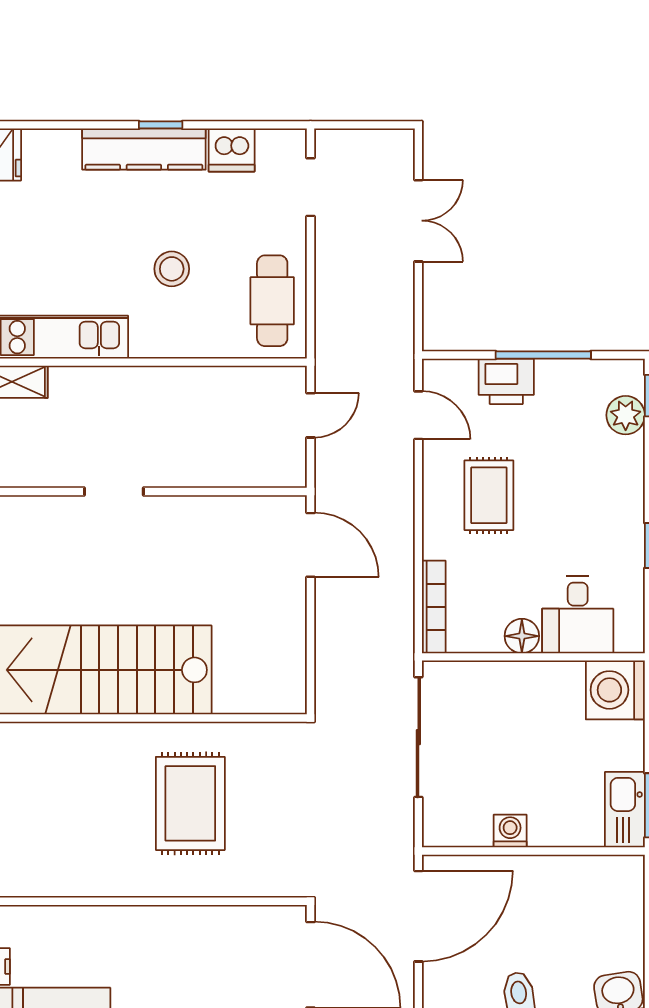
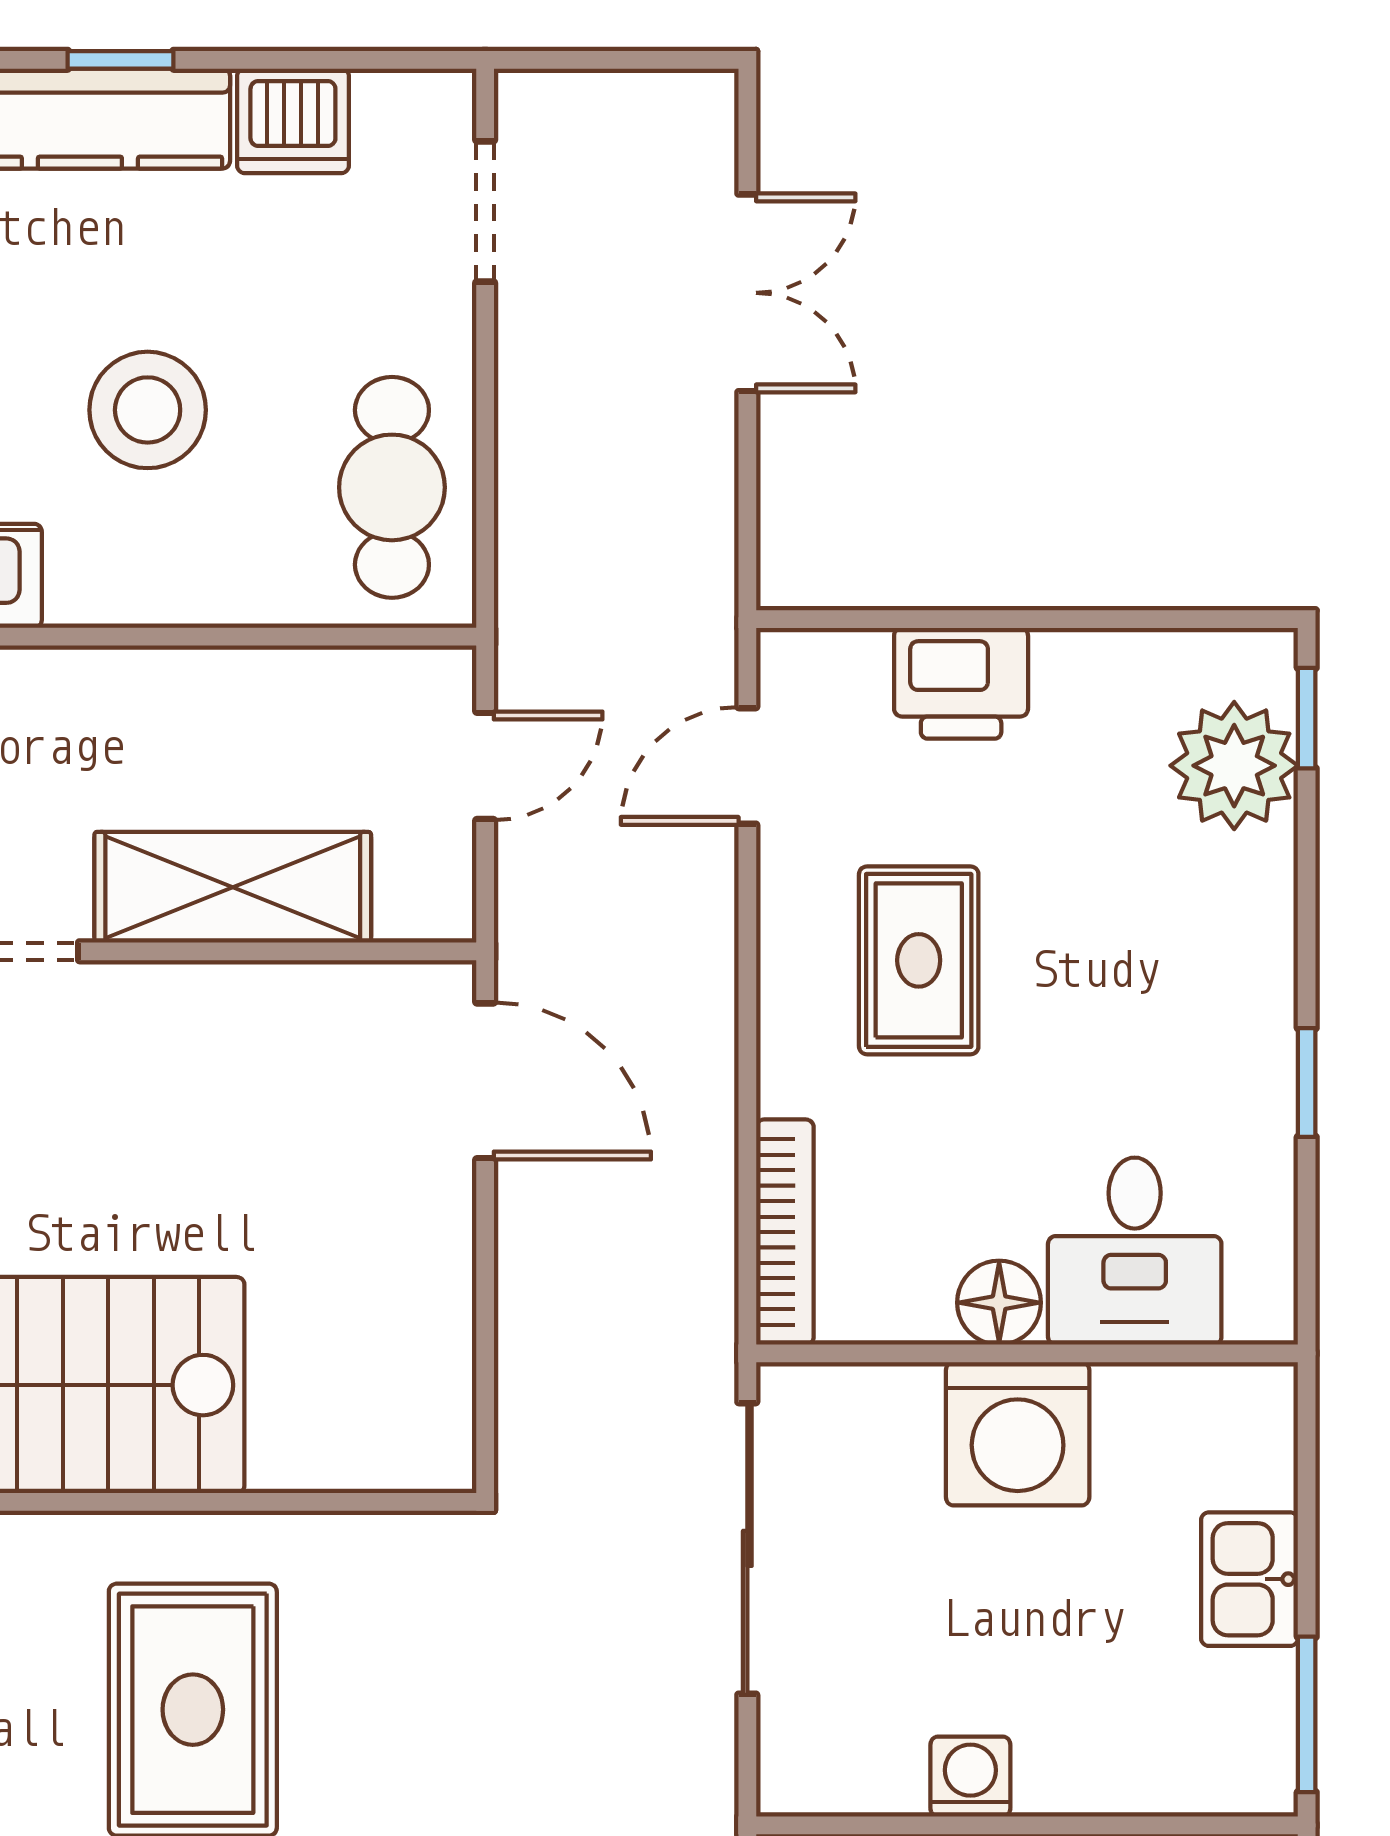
stool: (172, 269) -> (148, 410), width x1.38, depth x1.38
window: (543, 355) -> (1051, 619), removed
door: (418, 415) -> (747, 766), swing flipped
plant: (626, 415) -> (1234, 766), width x1.36, depth x1.36
shelving: (207, 465) -> (233, 887), added
washing machine: (615, 690) -> (1018, 1434), moved, turned -90
kitchen sink: (625, 810) -> (1249, 1579), moved, width x0.73

